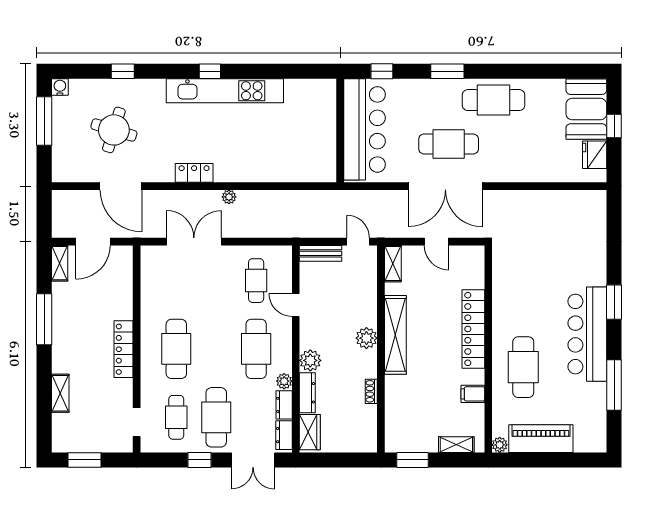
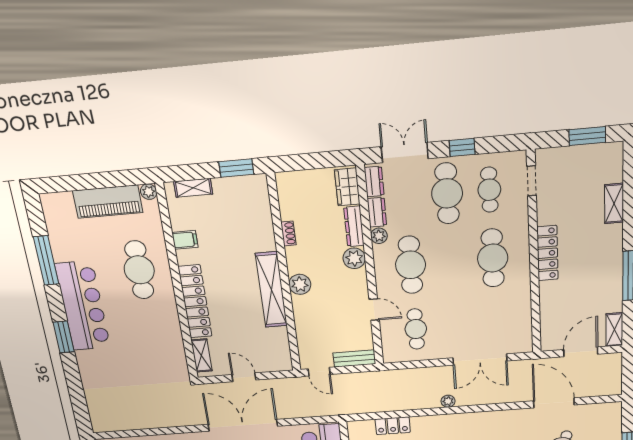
locker: (194, 173) -> (393, 426), moved
shelving: (393, 264) -> (201, 356), moved

